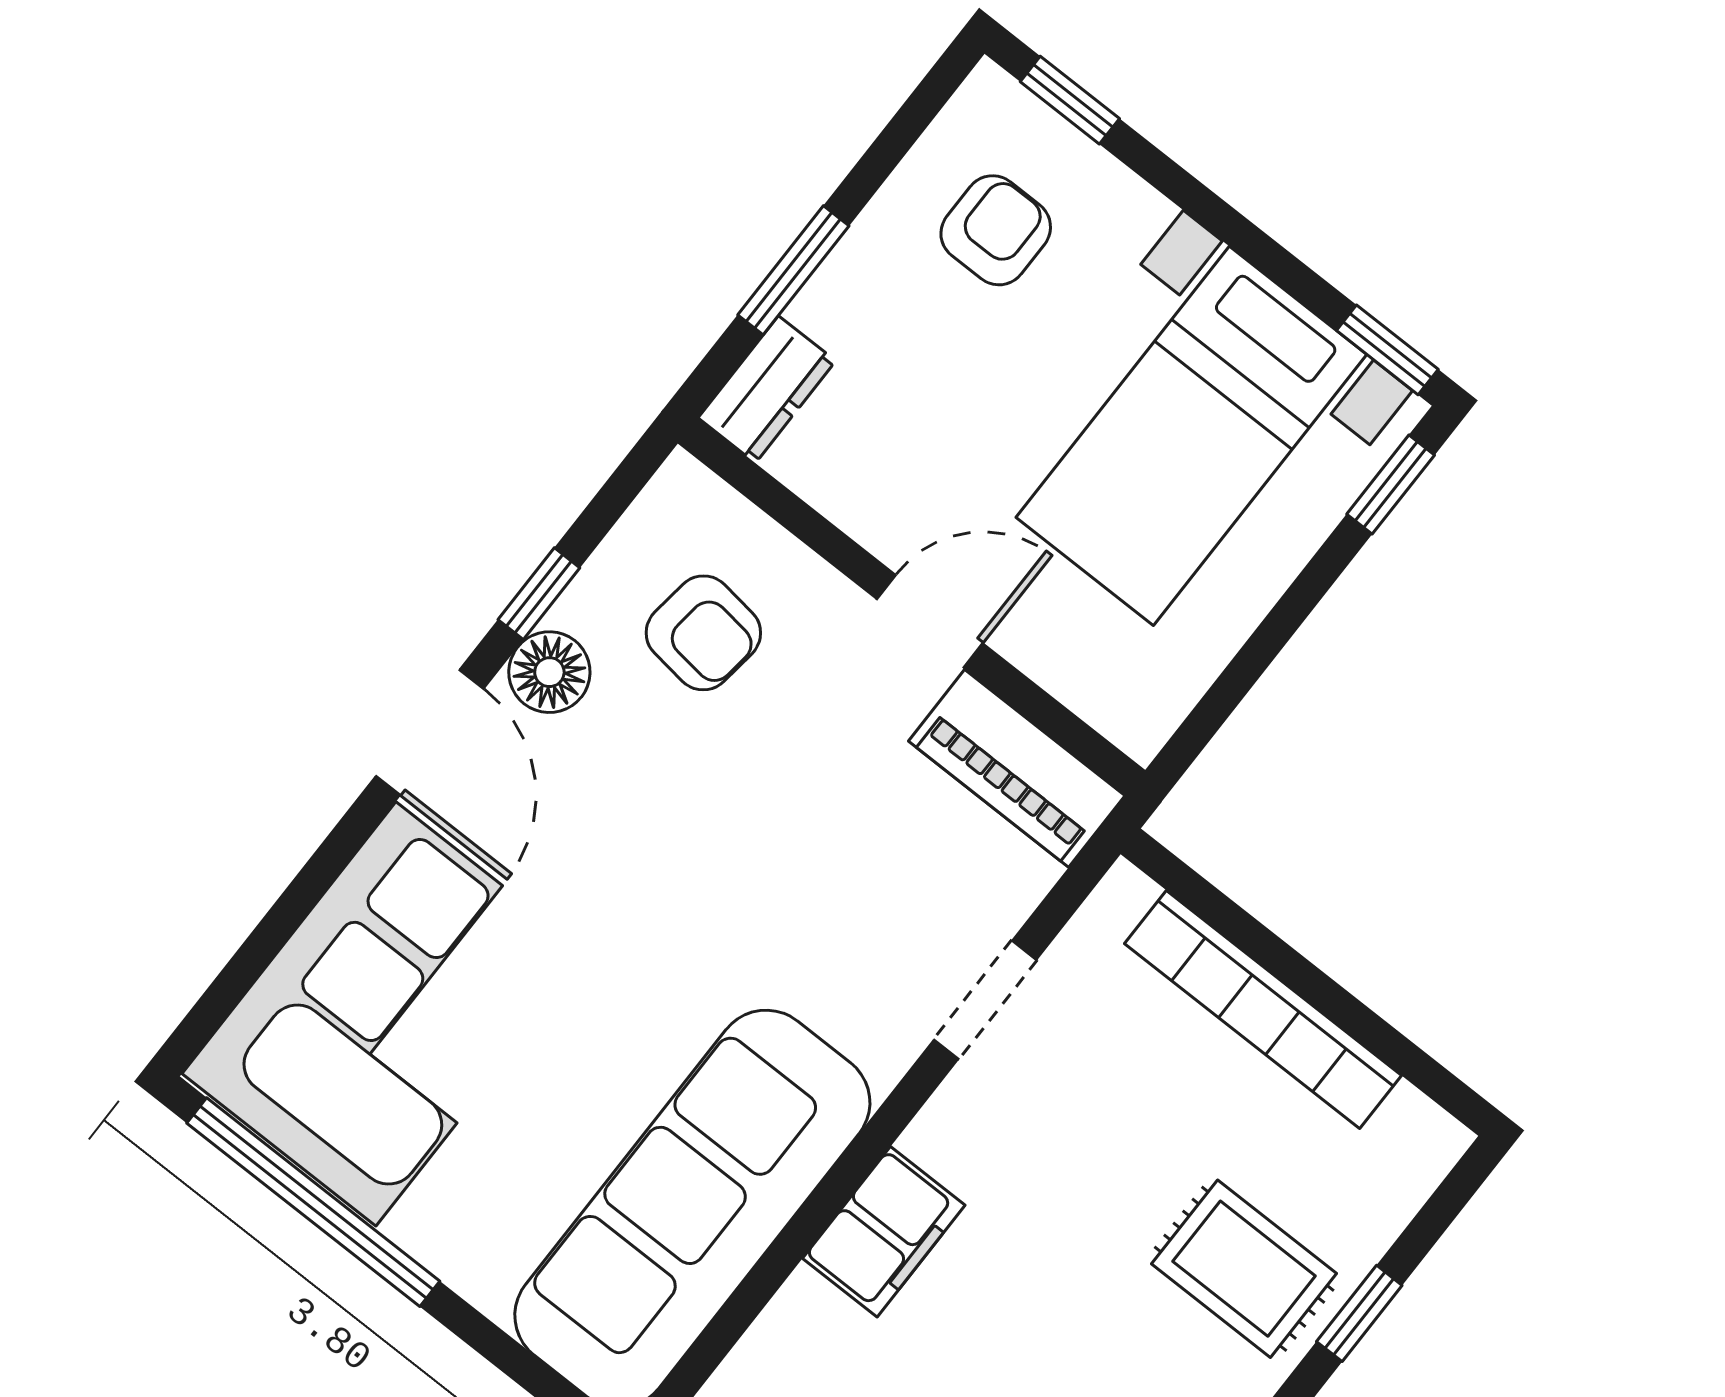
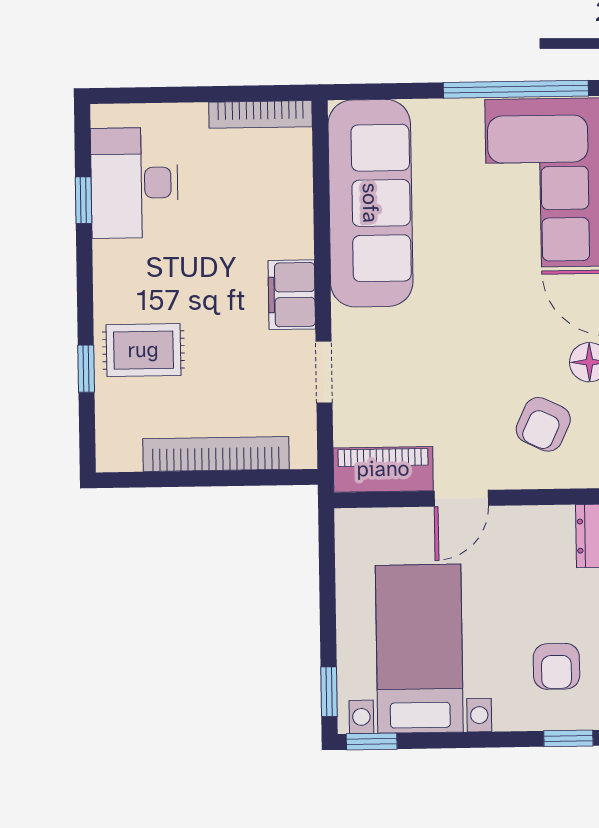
armchair: (703, 633) -> (543, 424), turned -72
filing cabinet: (884, 1232) -> (292, 295), moved

